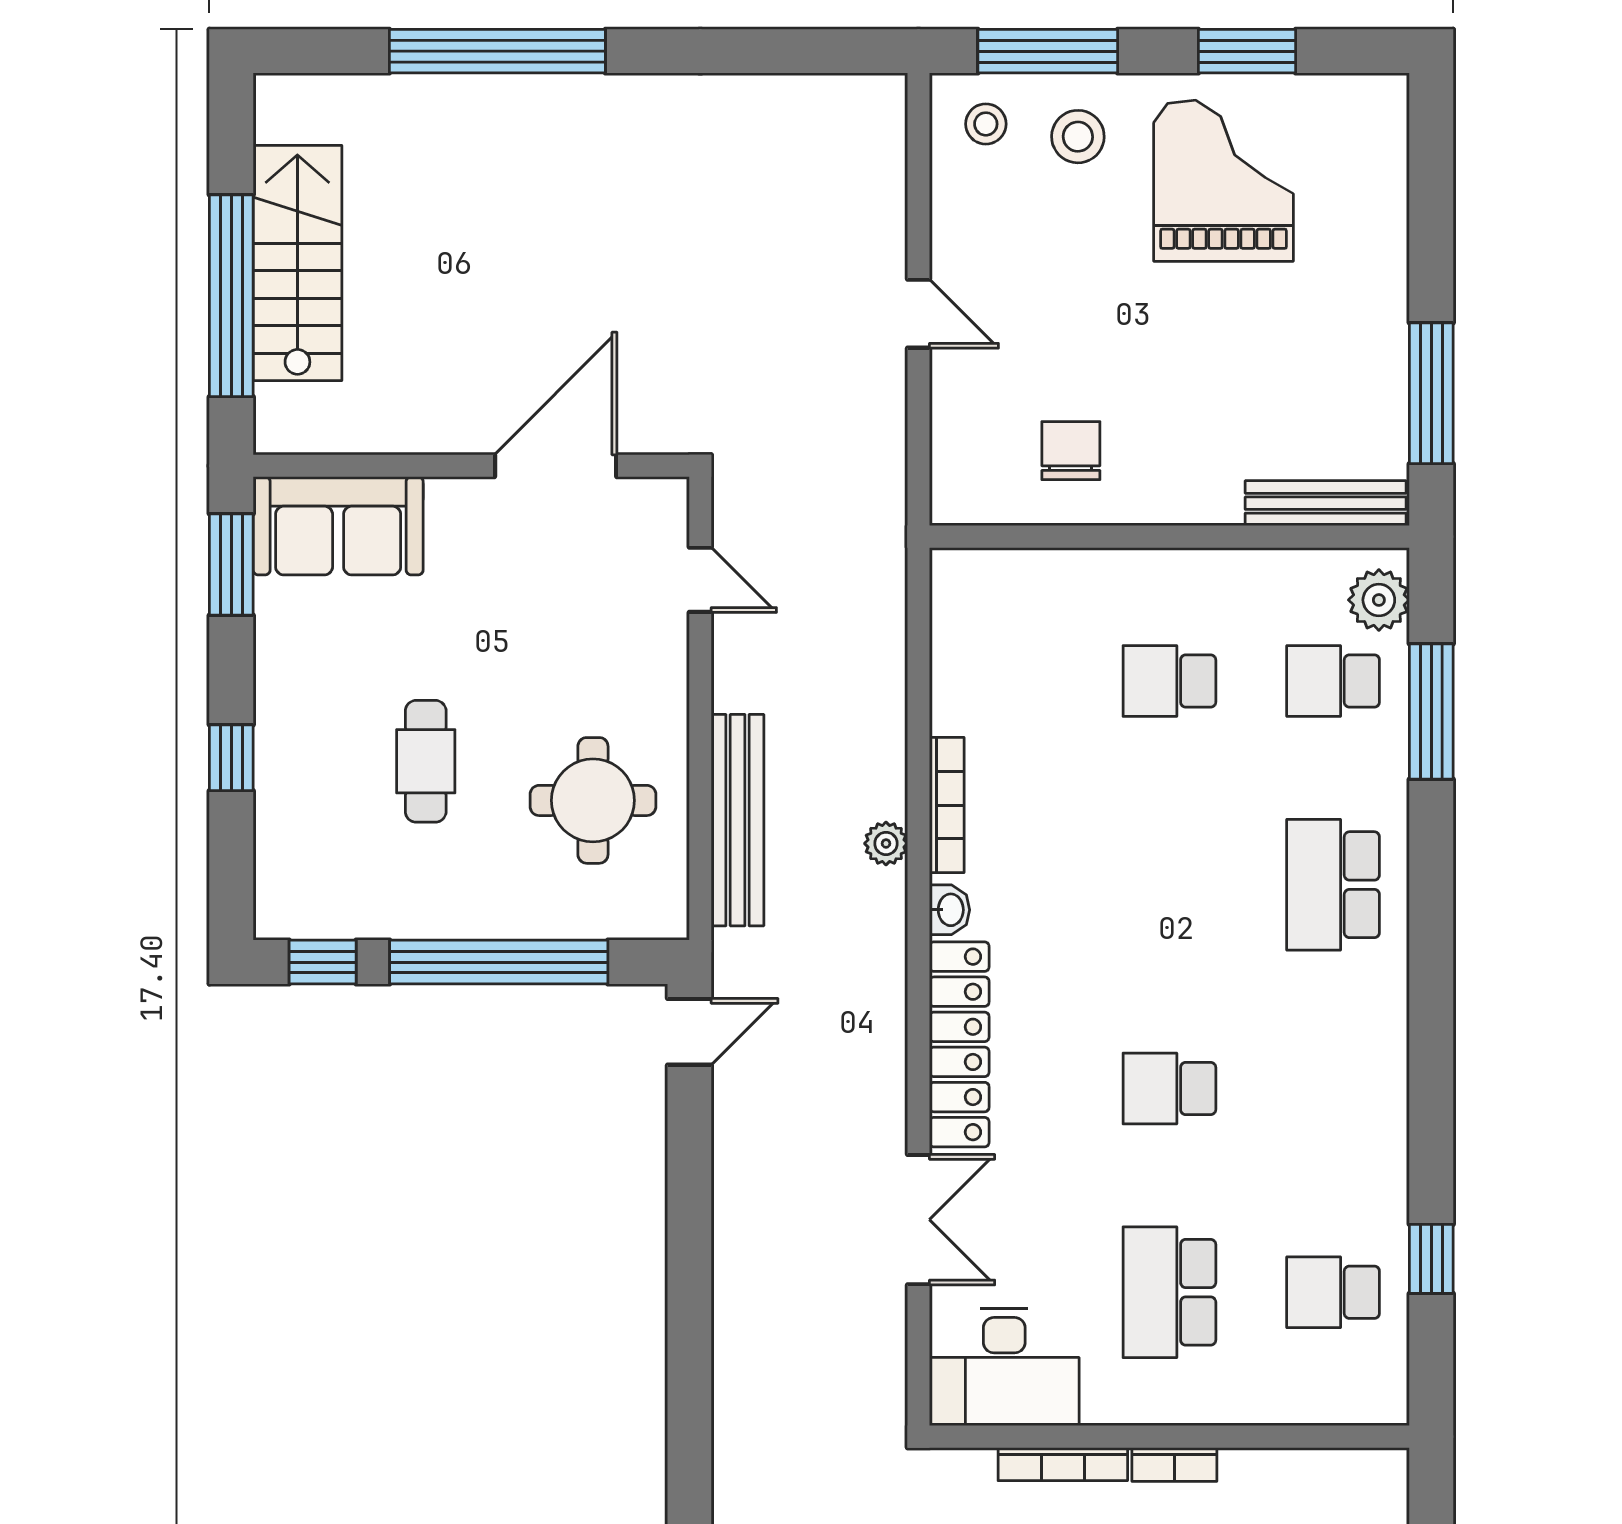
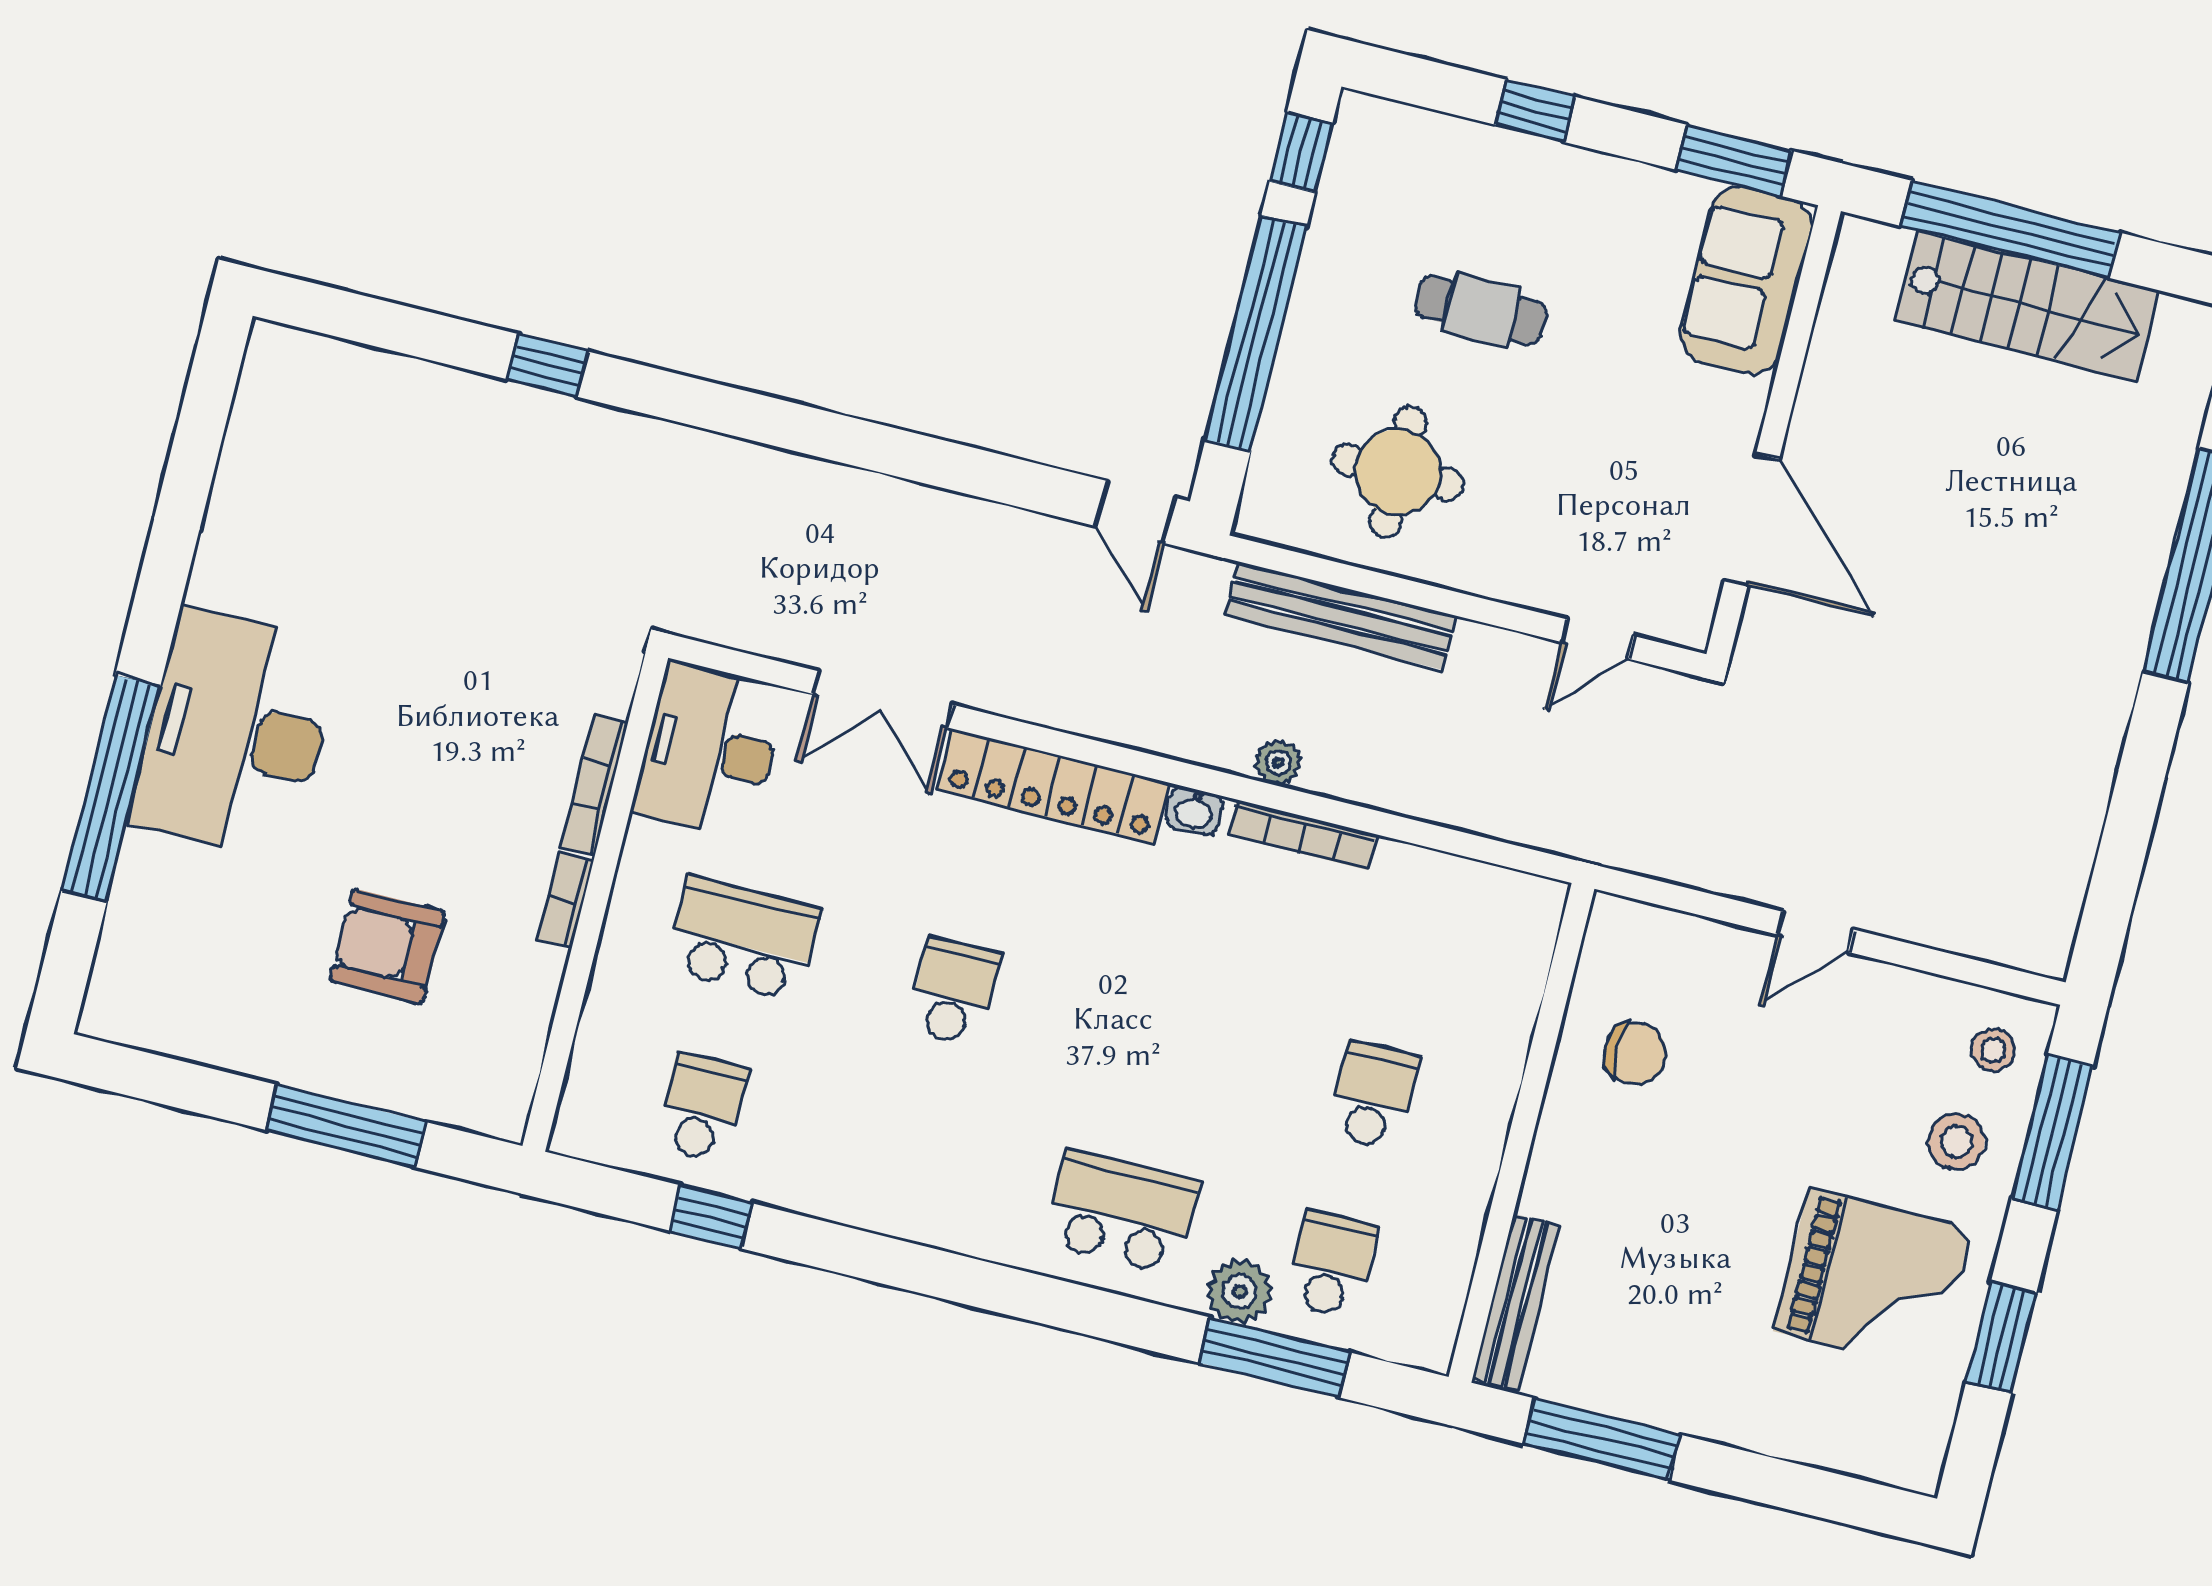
plant: (1379, 600) -> (1240, 1292), moved

